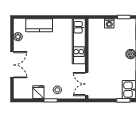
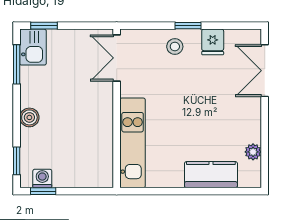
washing machine: (109, 23) -> (42, 178), moved
double door: (12, 65) -> (265, 71), moved
double door: (87, 84) -> (117, 58), swing flipped

